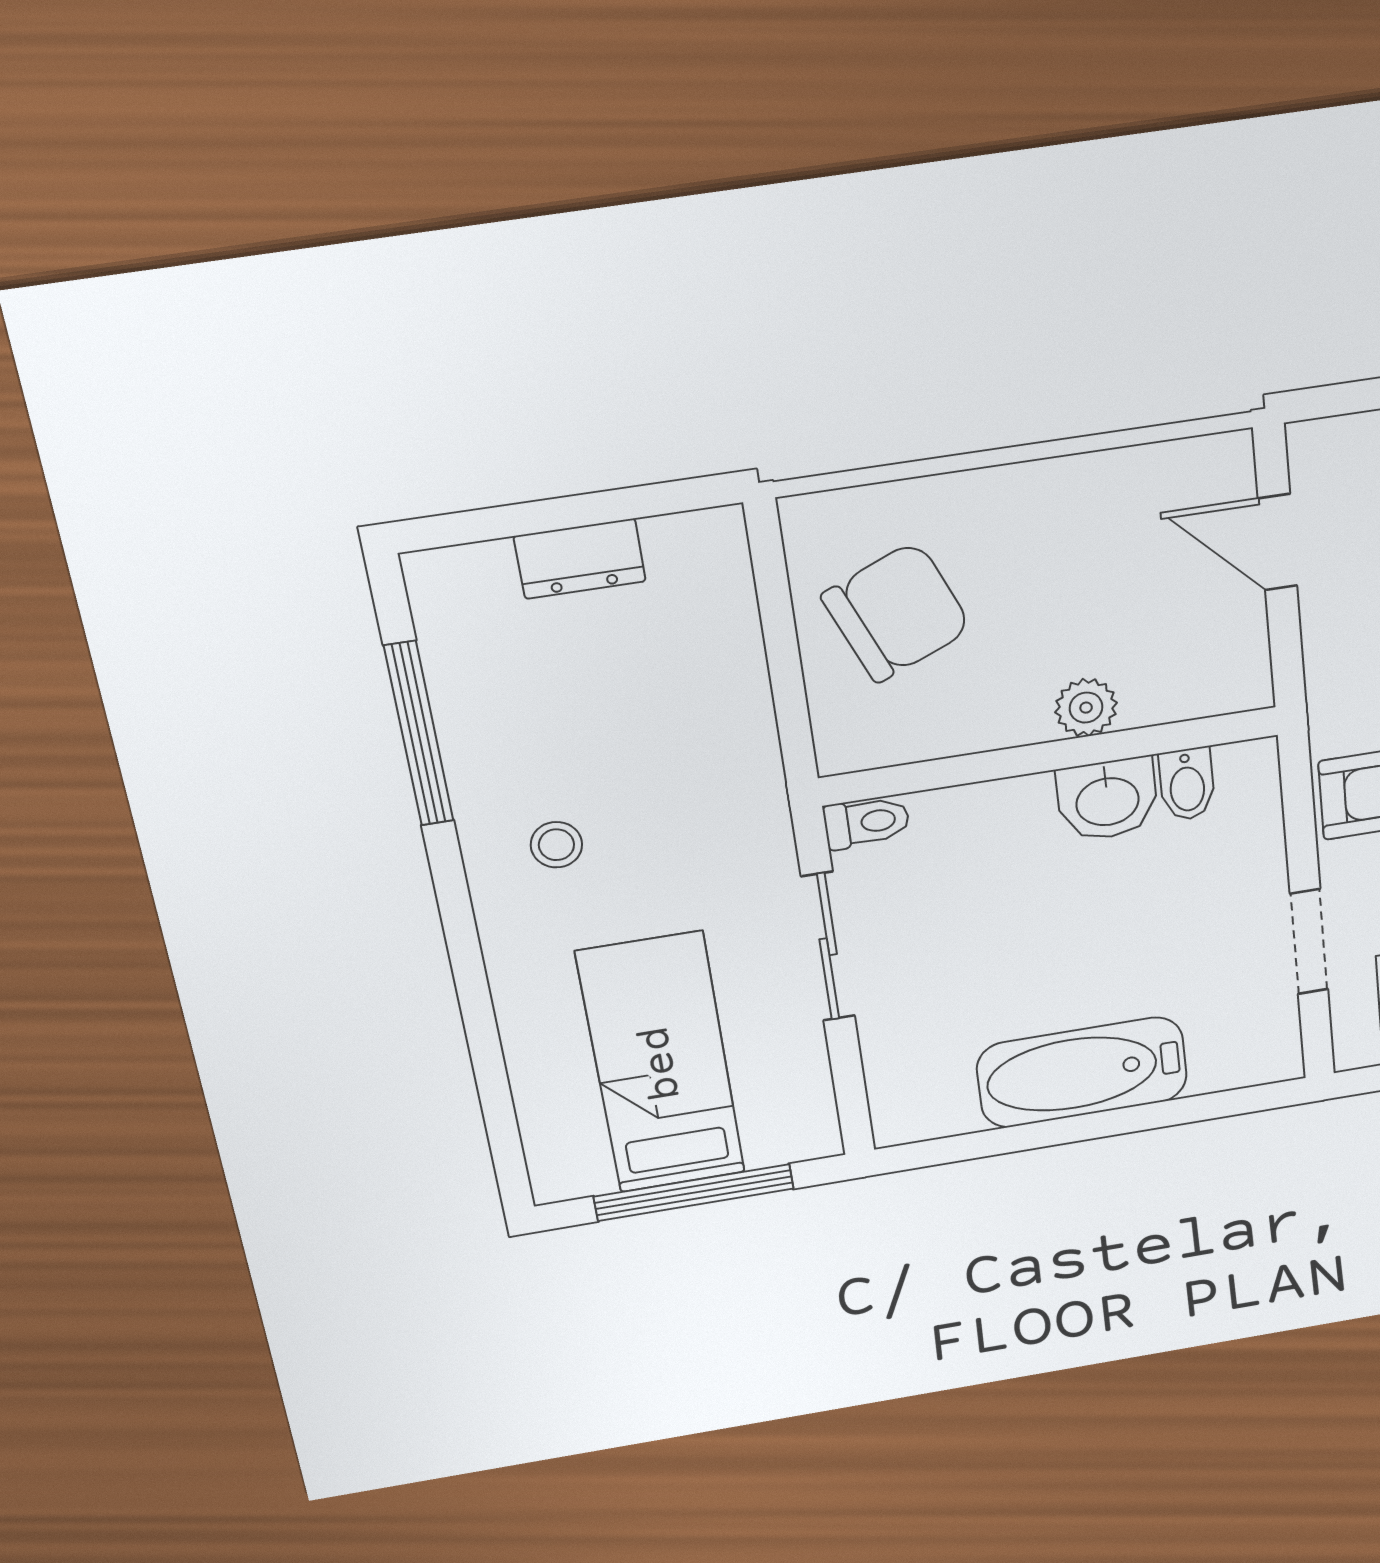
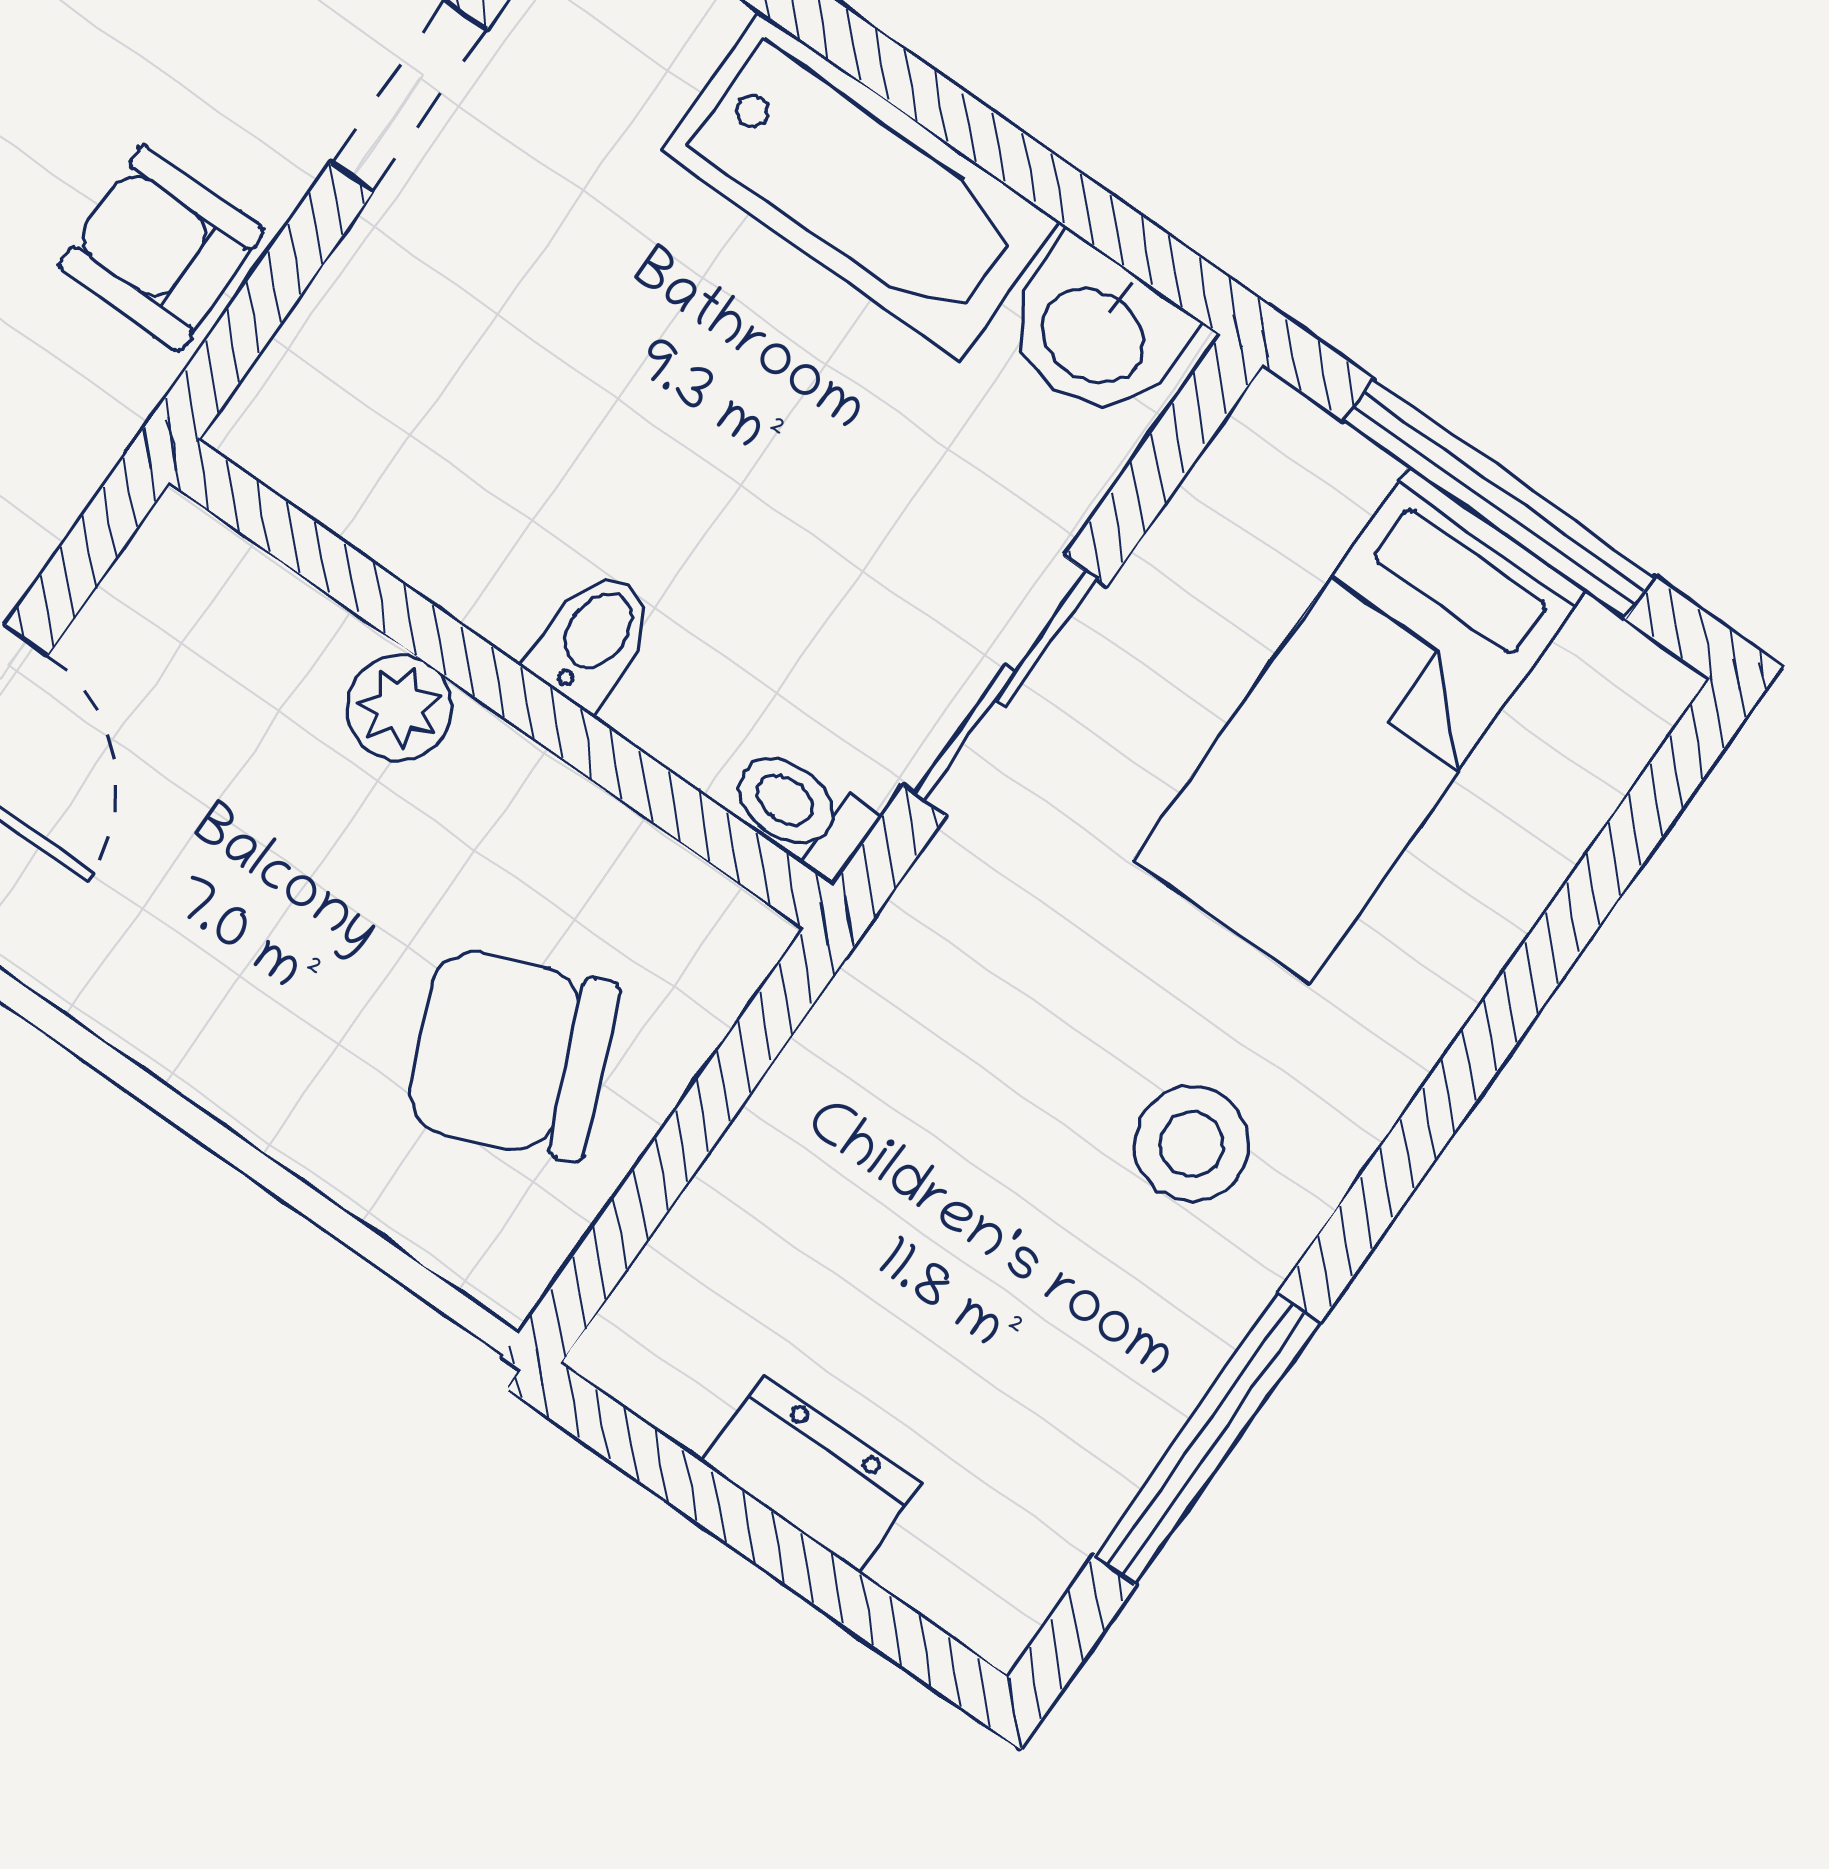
bidet: (1187, 784) -> (593, 638), moved
washbasin: (1107, 799) -> (1096, 332), moved, turned 180
stool: (556, 845) -> (1192, 1144), width x1.37, depth x1.37

